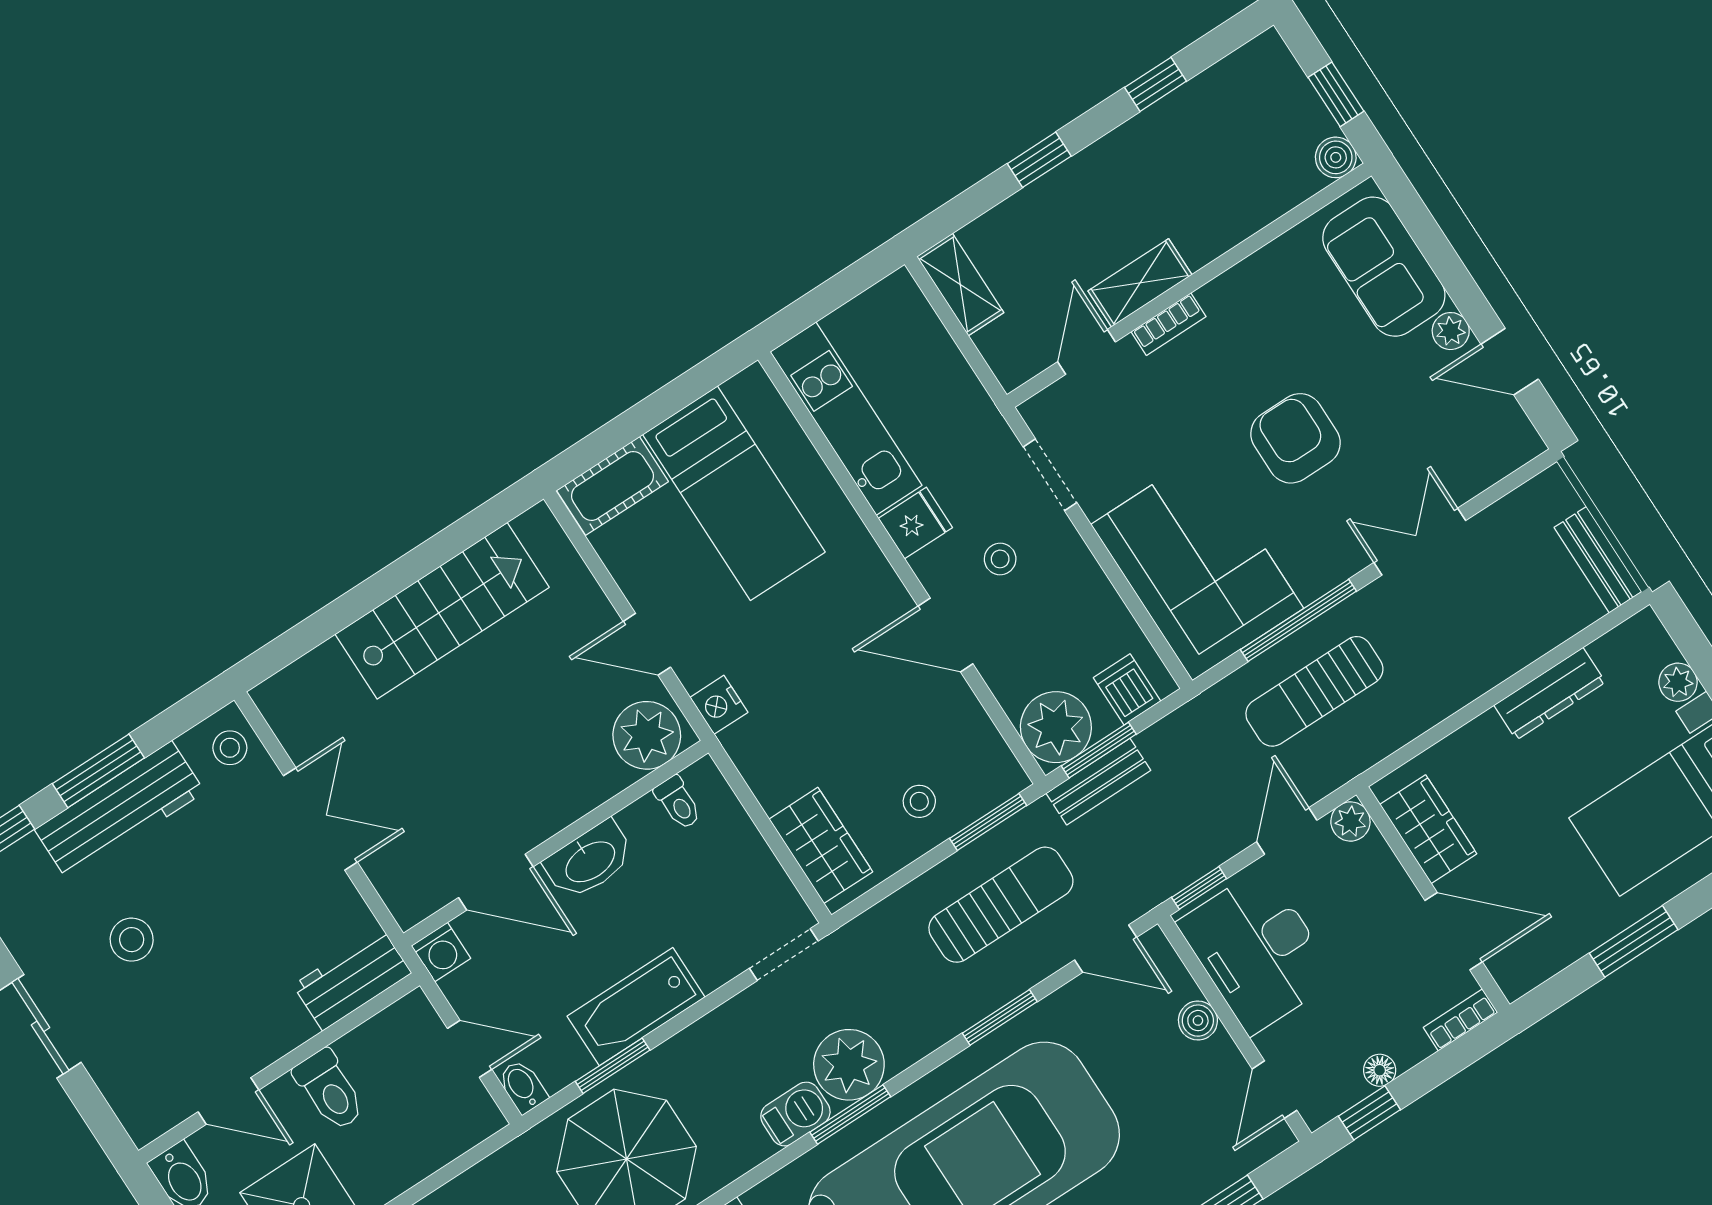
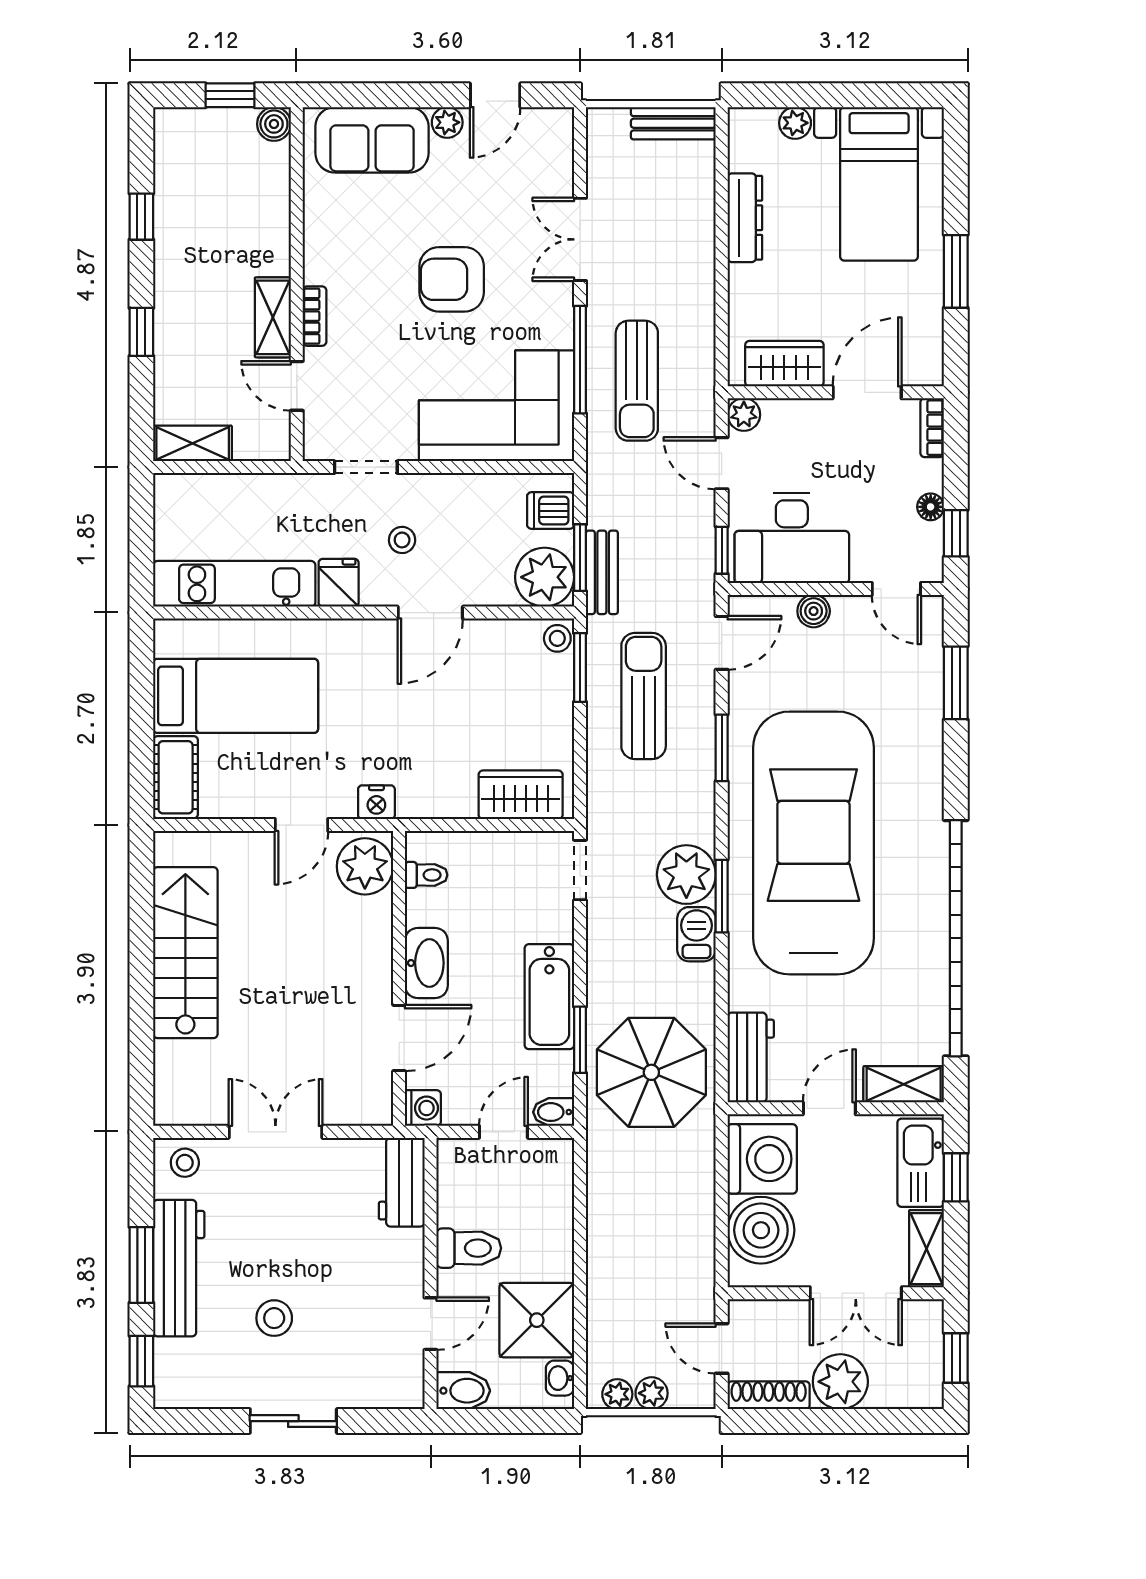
stool: (919, 801) -> (557, 638), moved

